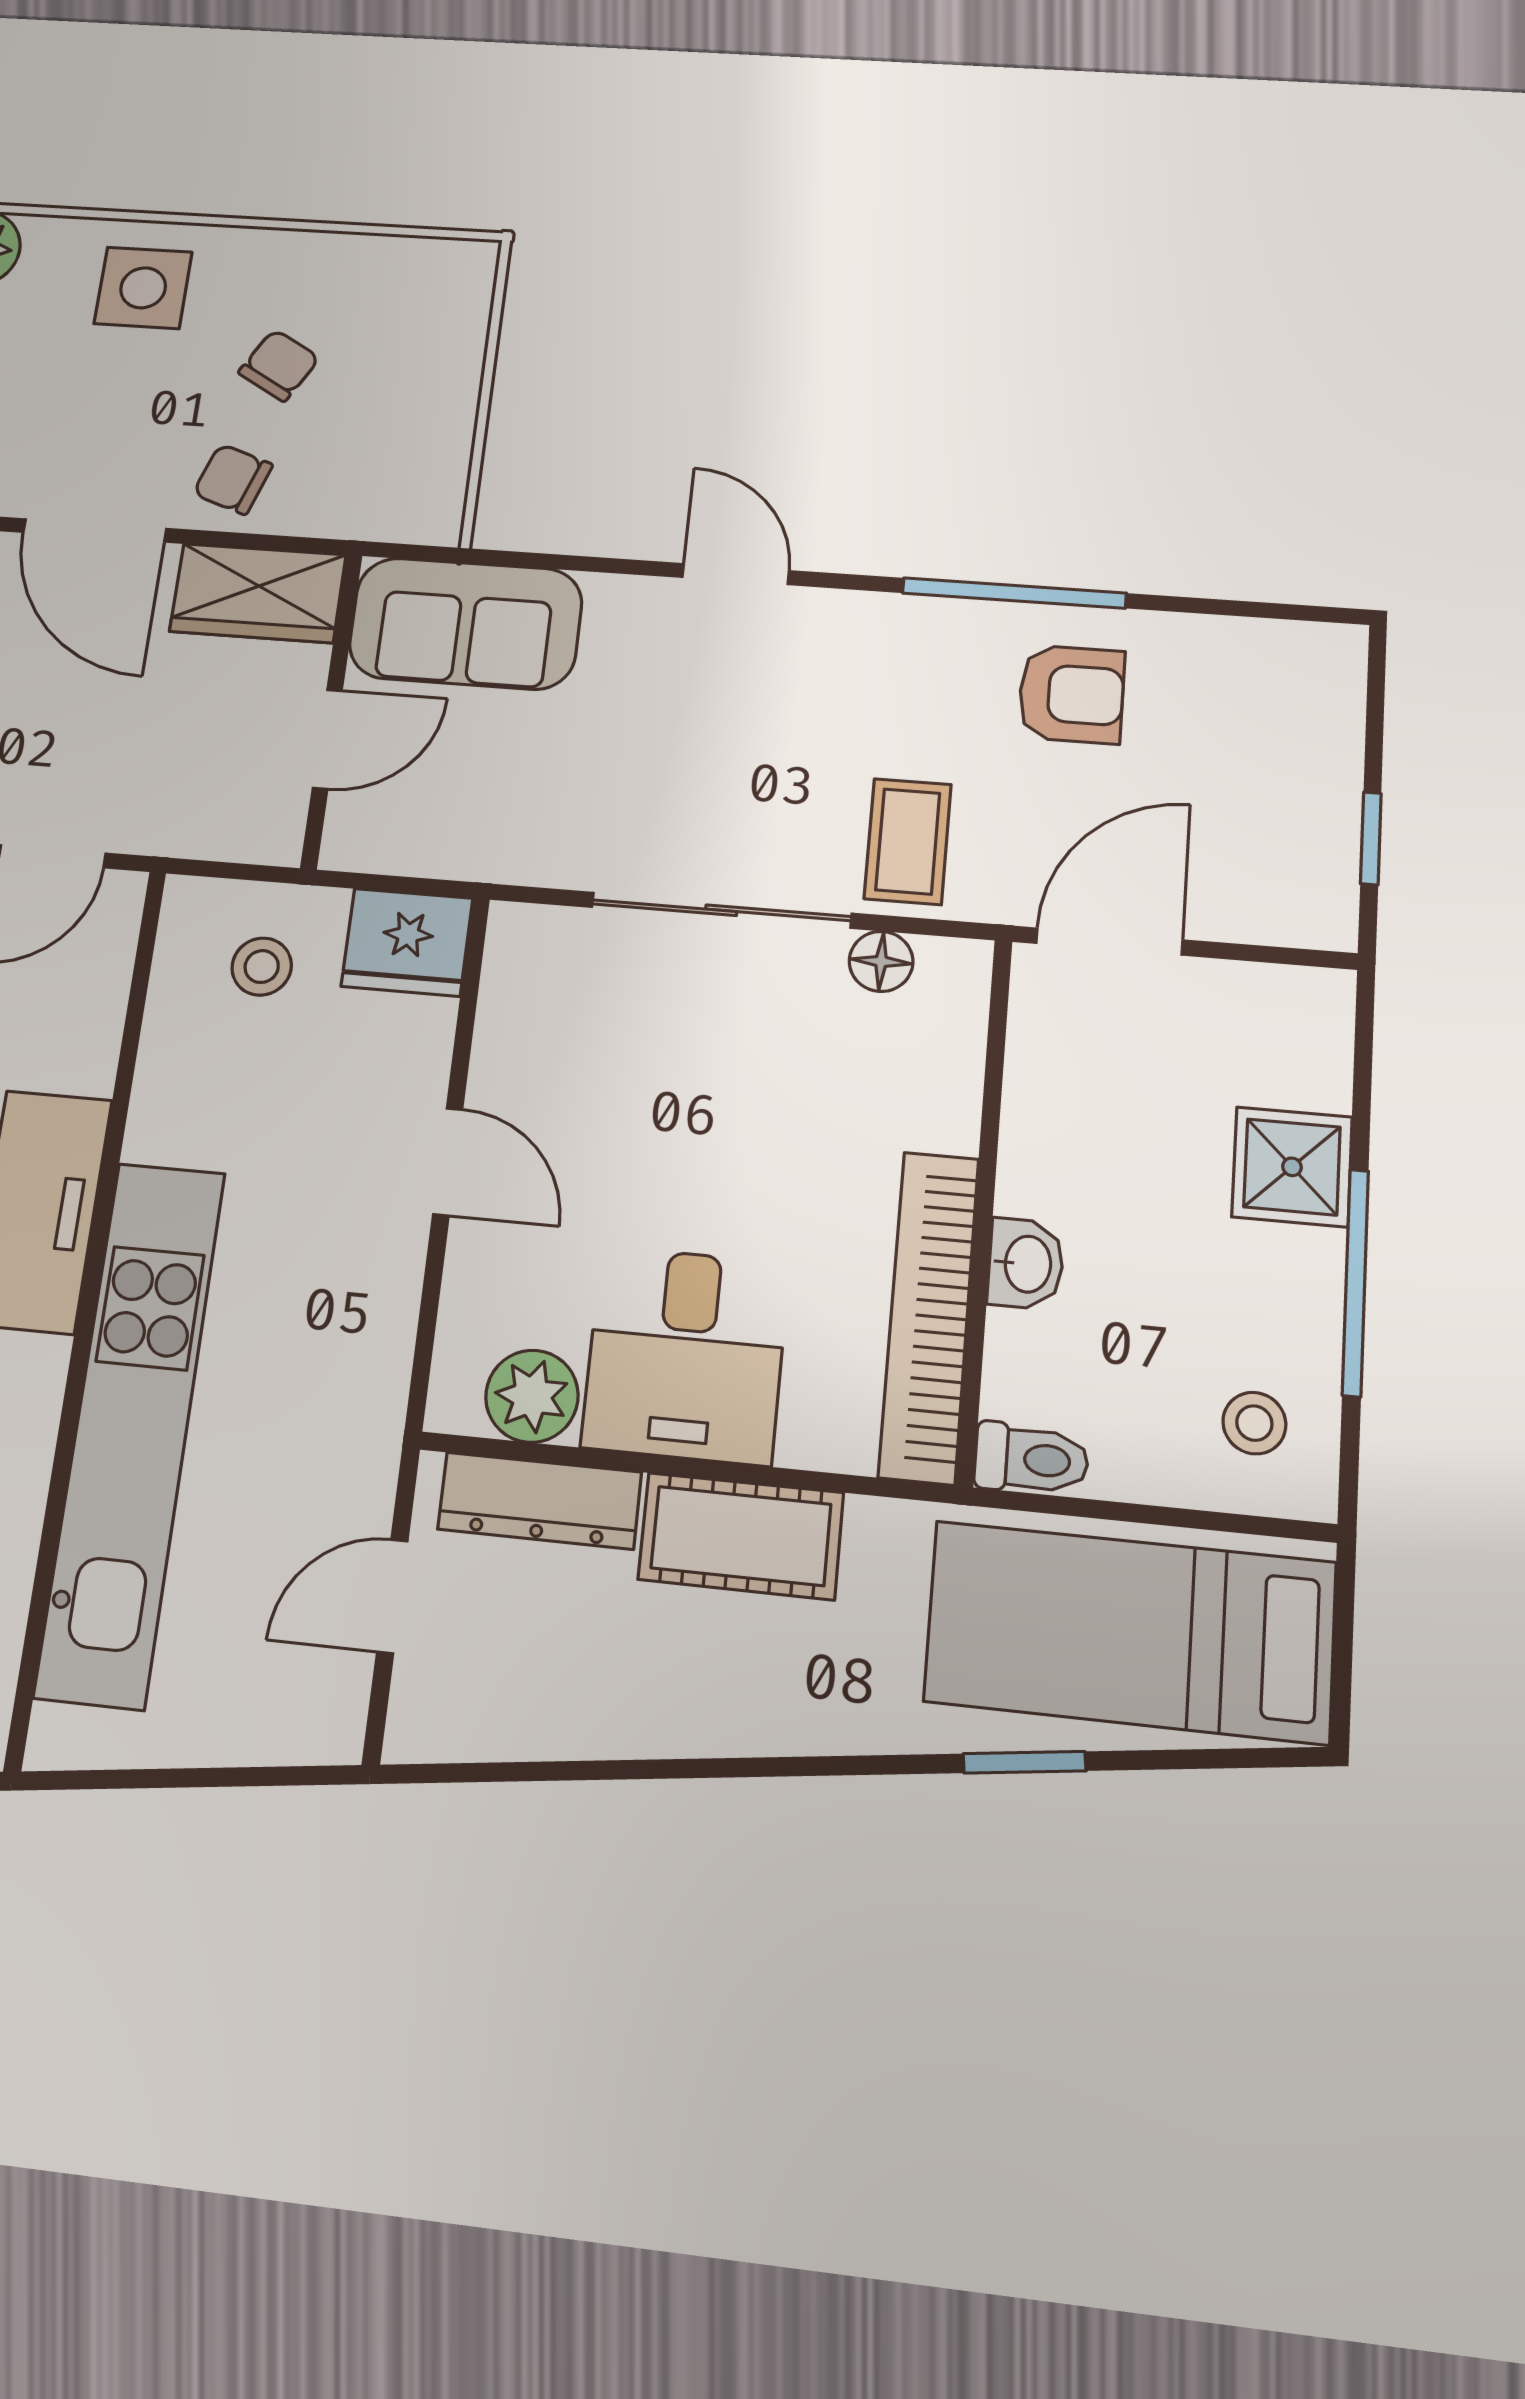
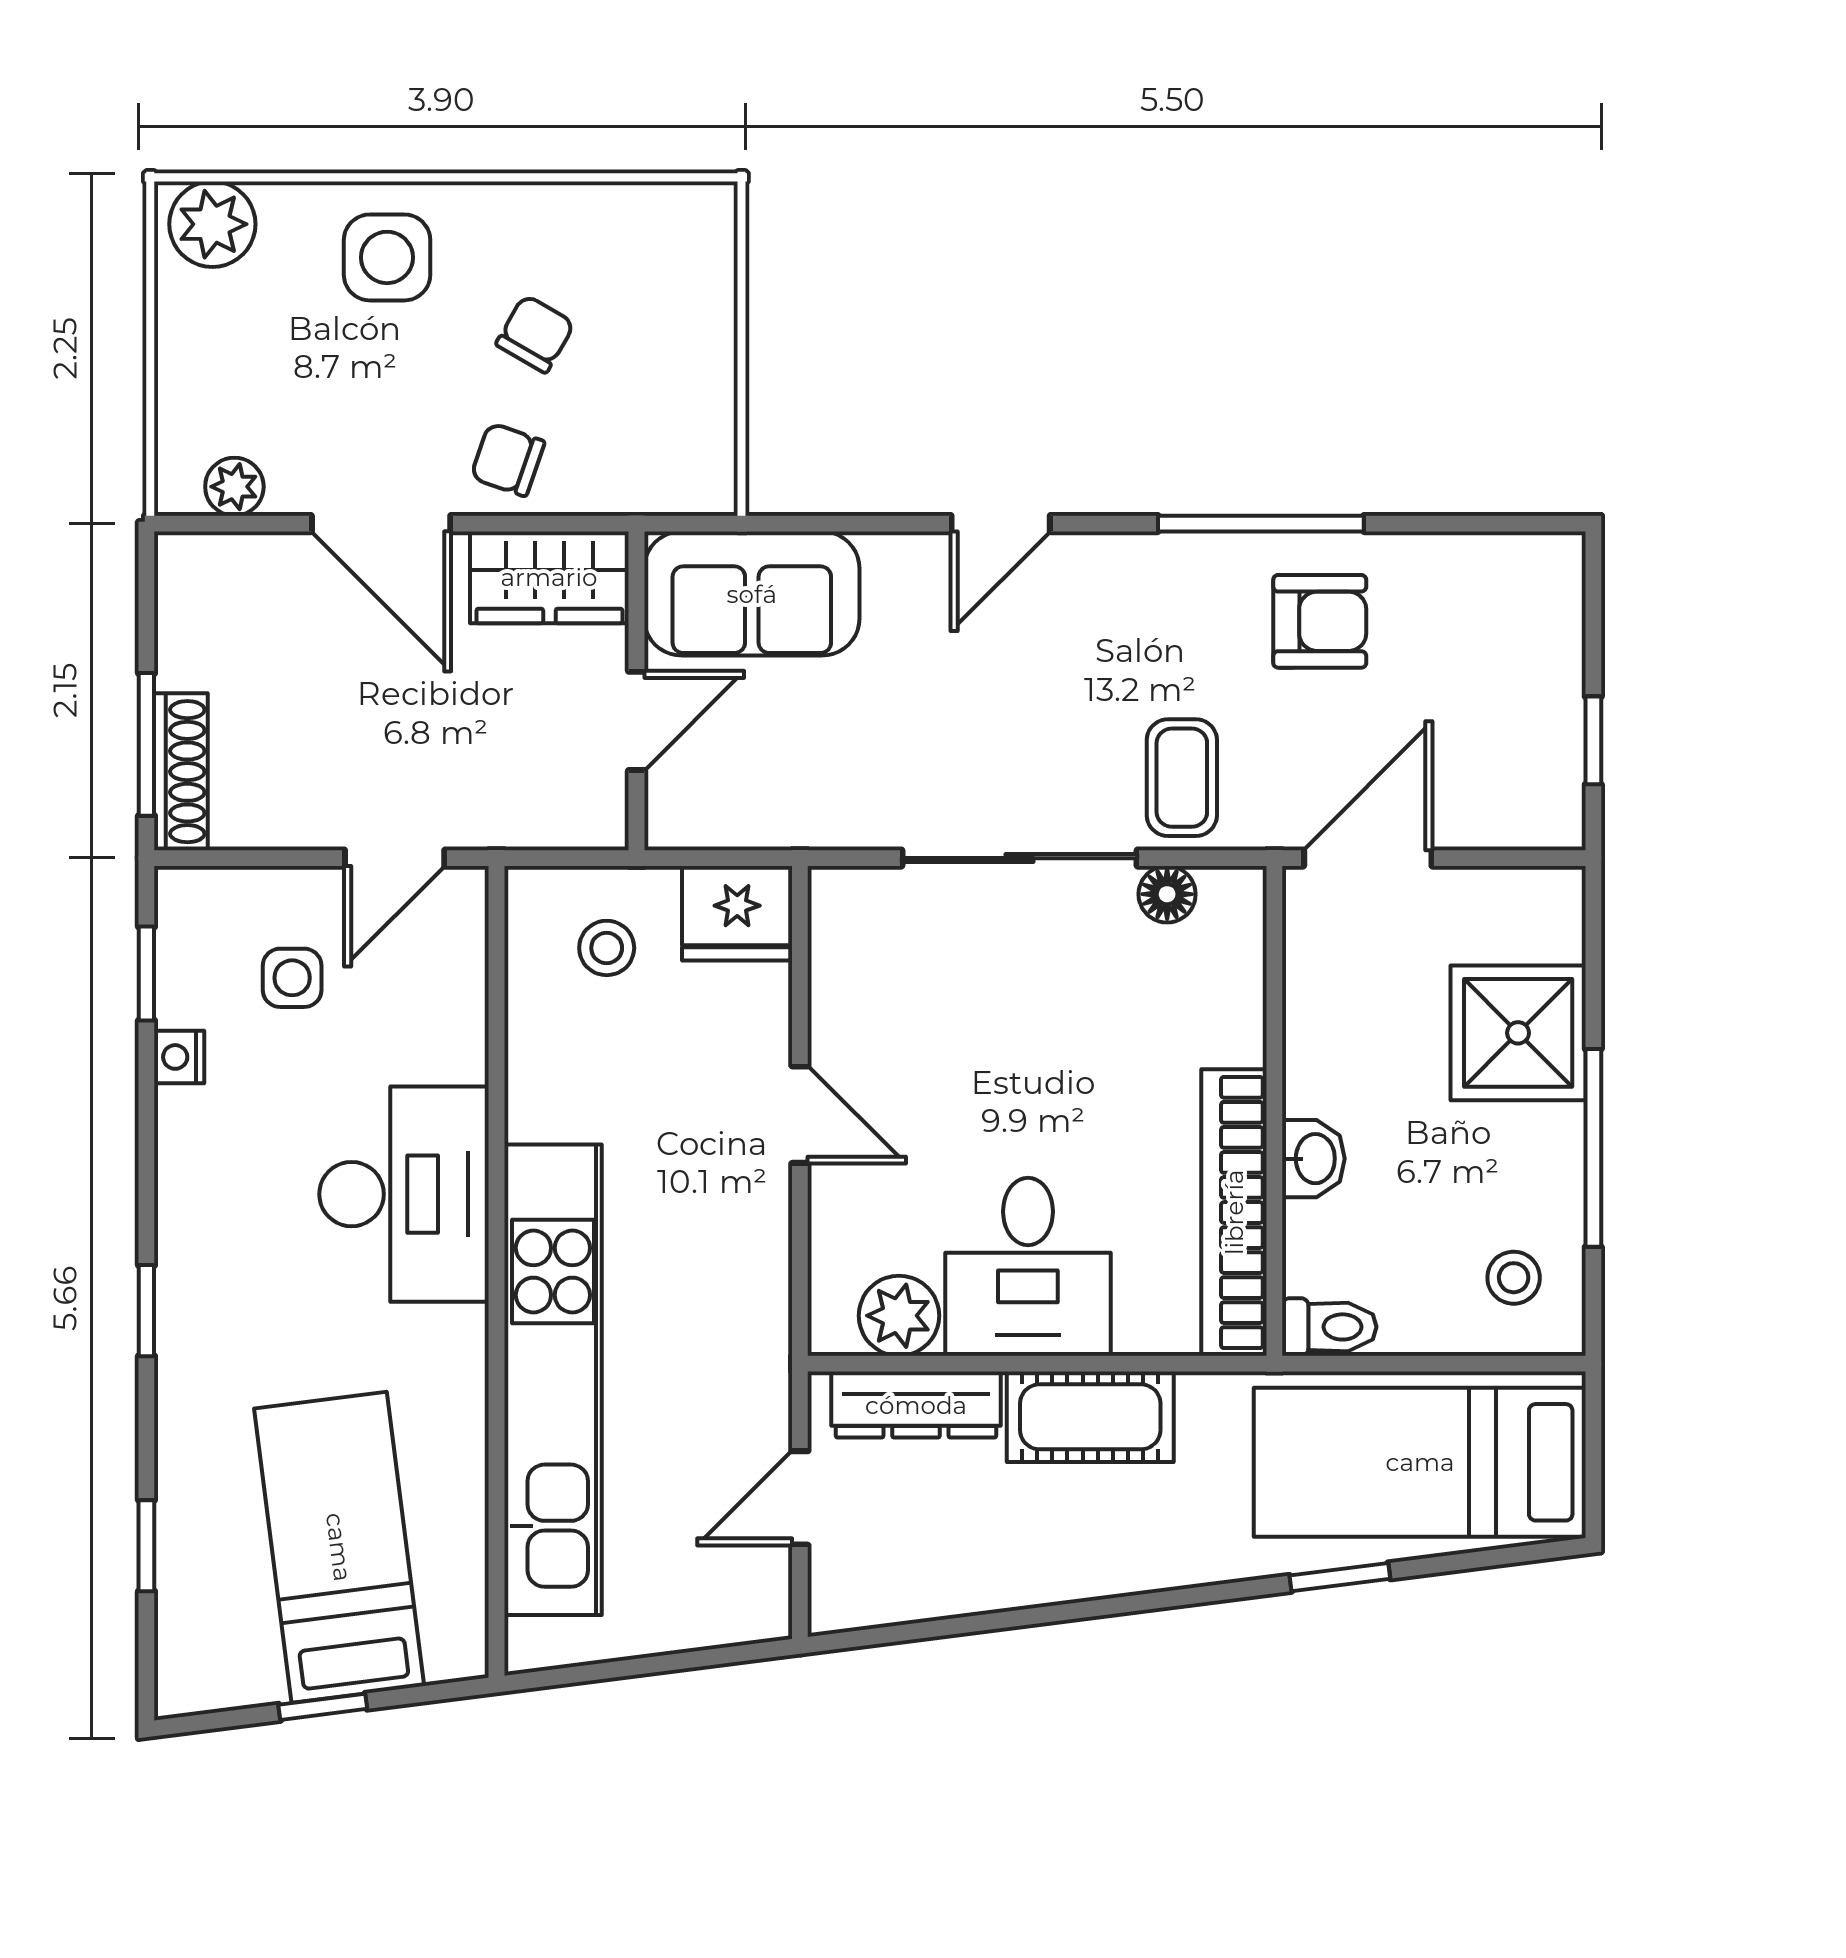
door: (736, 574) -> (1001, 524), swing flipped
shower: (1292, 1167) -> (1518, 1033), width x1.36, depth x1.36

